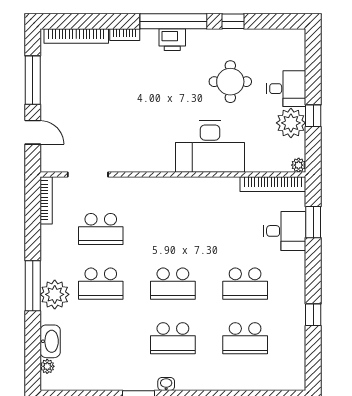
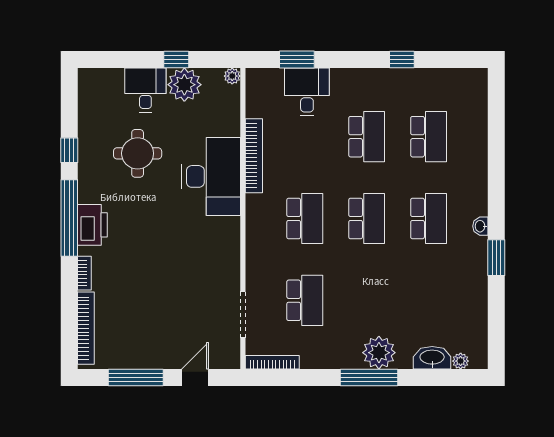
printer: (172, 40) -> (92, 225), width x1.37, depth x1.19
bookcase: (273, 184) -> (254, 156), moved
school desk: (101, 284) -> (305, 218), moved

